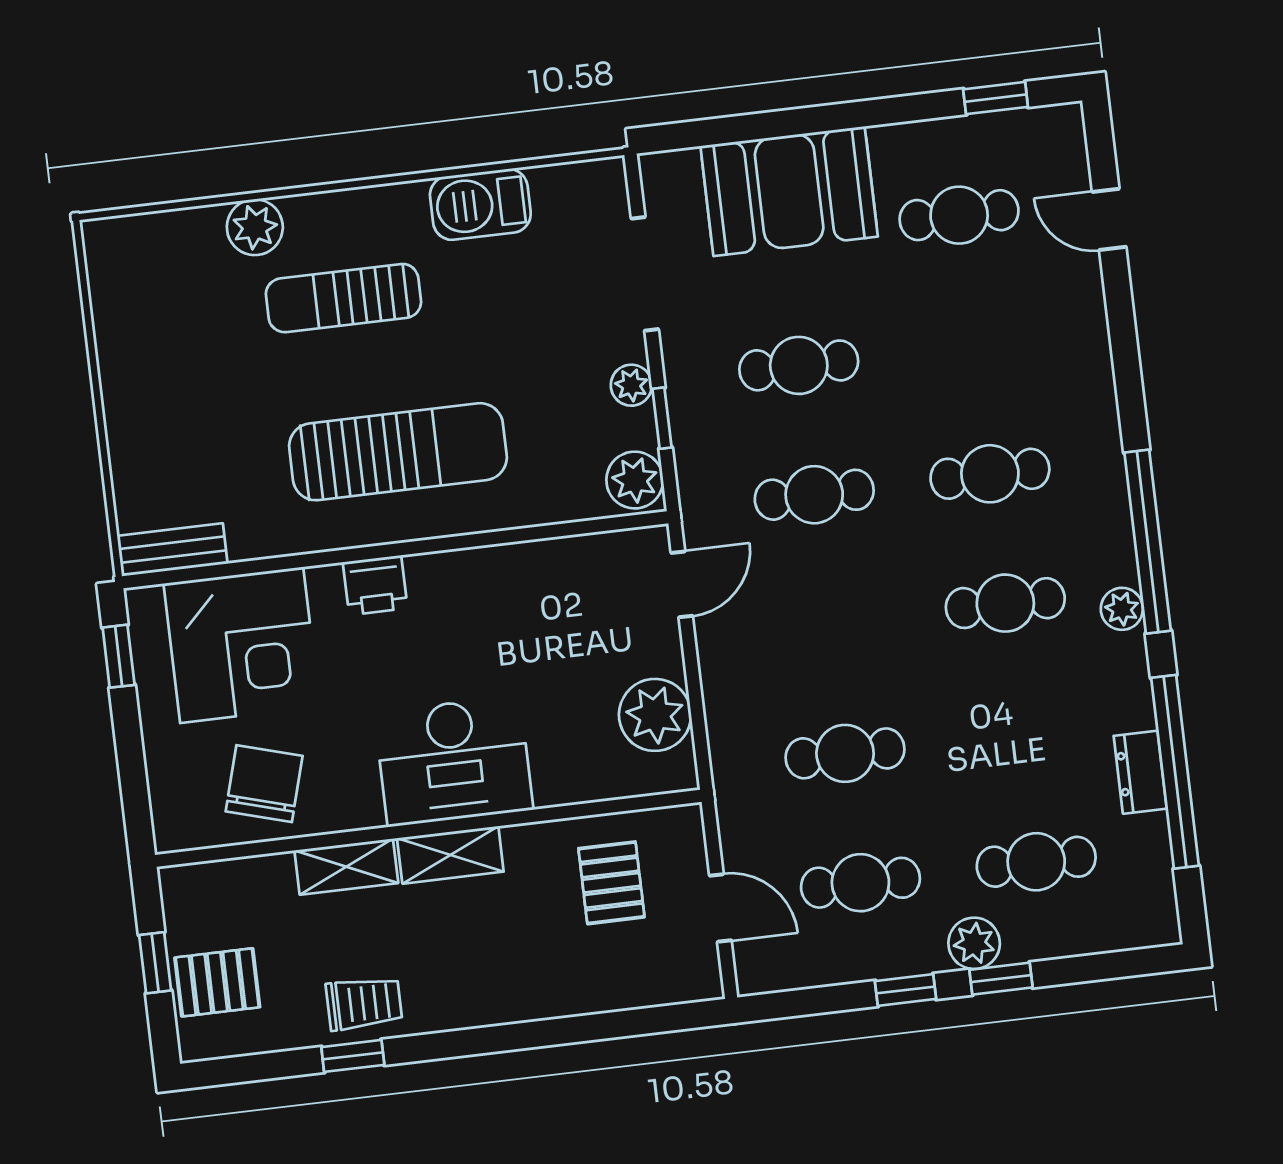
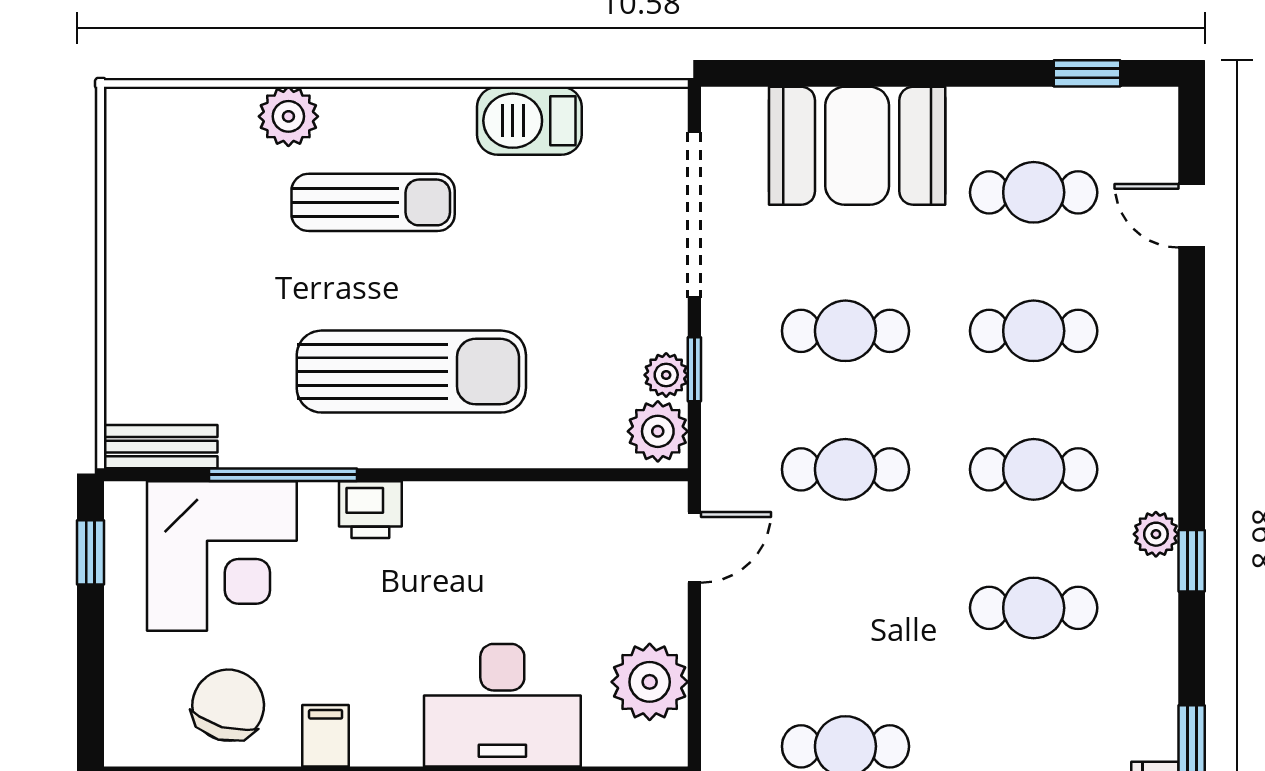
doorway: (645, 274) -> (694, 215), width x1.36
sun lounger: (343, 298) -> (373, 202), turned 180
cafe table: (974, 344) -> (1034, 331), added
plant: (631, 385) -> (666, 375), moved
window: (1148, 542) -> (1192, 561), width x0.32
window: (290, 562) -> (283, 475), added
plant: (1122, 609) -> (1156, 534), moved
desk: (454, 761) -> (502, 705), moved
filing cabinet: (358, 801) -> (326, 736), added

